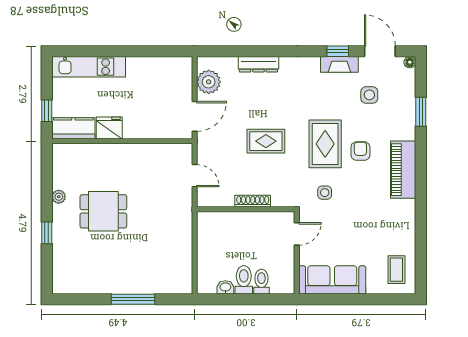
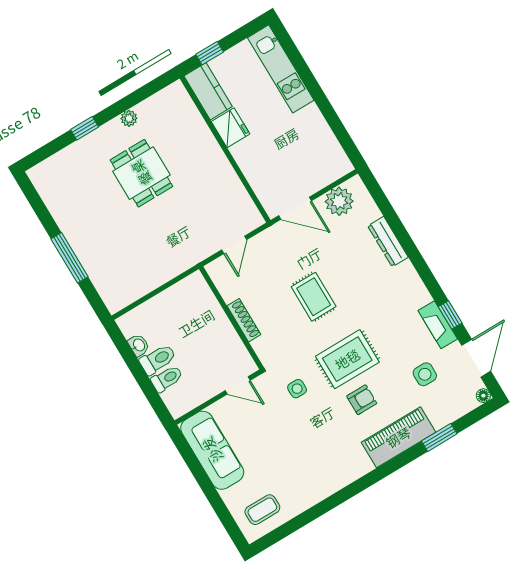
piano: (403, 170) -> (398, 437), moved

